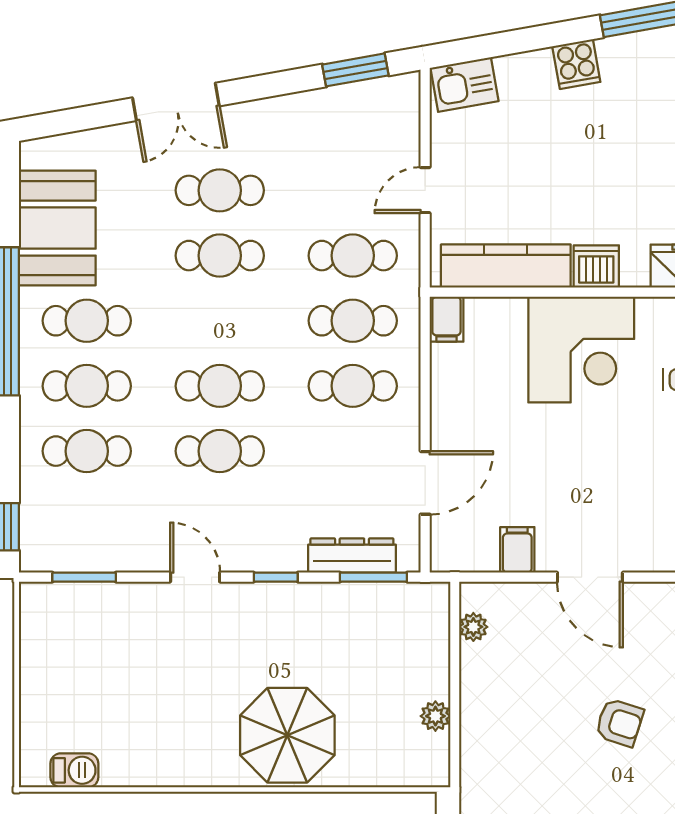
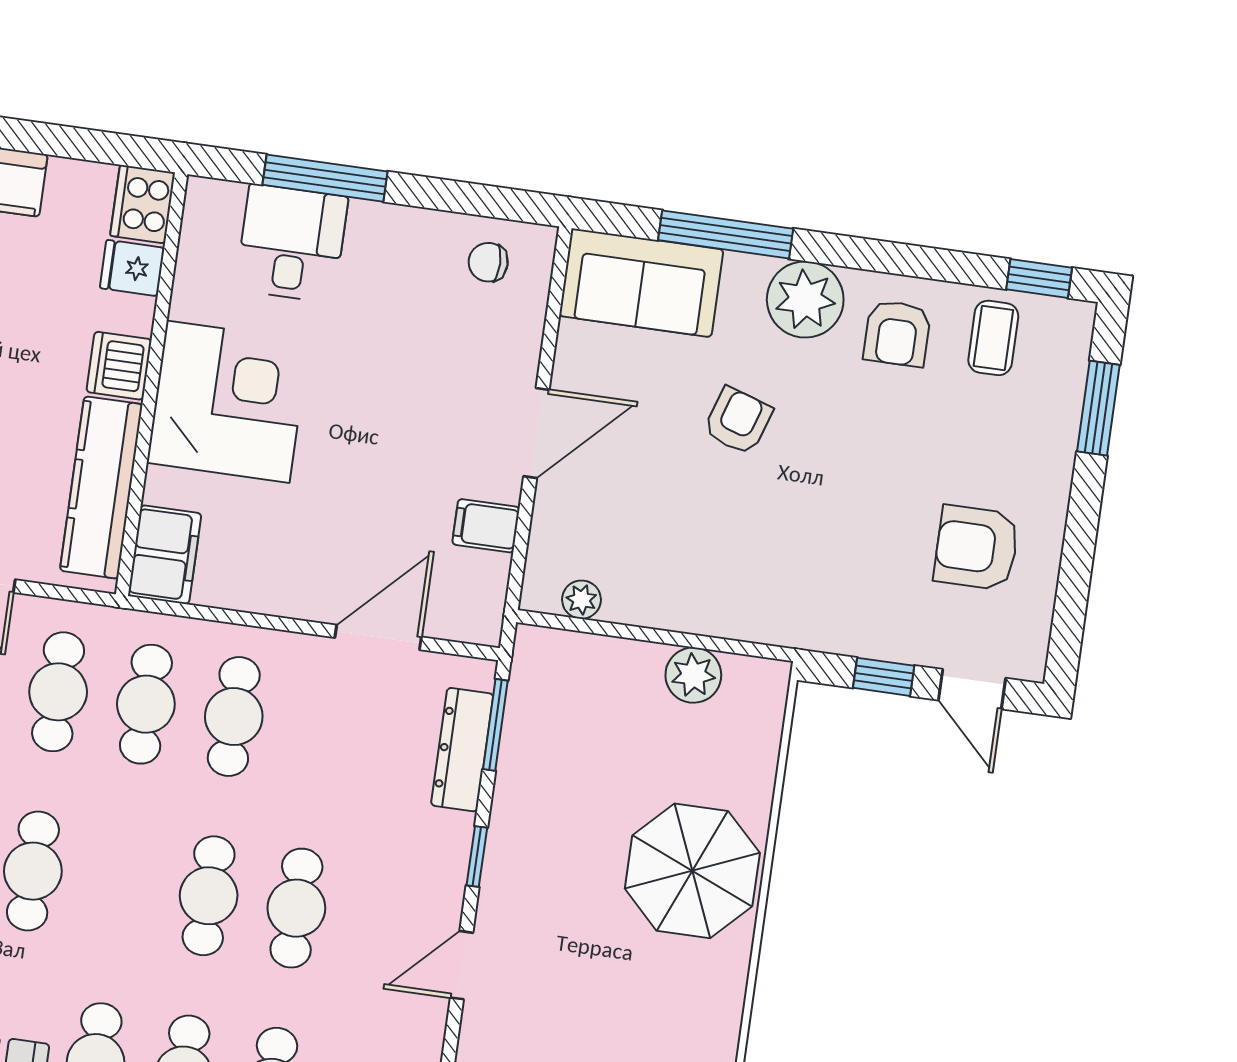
filing cabinet: (446, 319) -> (165, 555), width x2.00
door: (425, 483) -> (378, 637), hinge flipped
plant: (435, 716) -> (693, 675), width x1.38, depth x1.38

